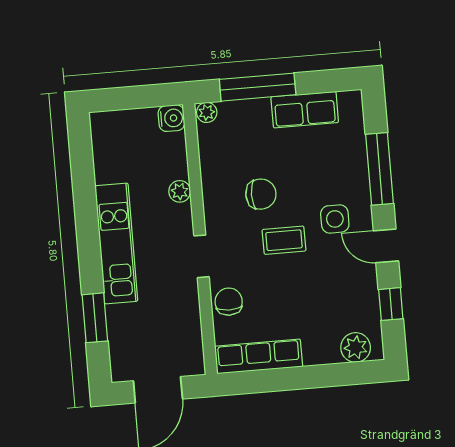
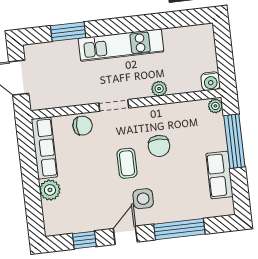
plant: (356, 347) -> (50, 190), moved

